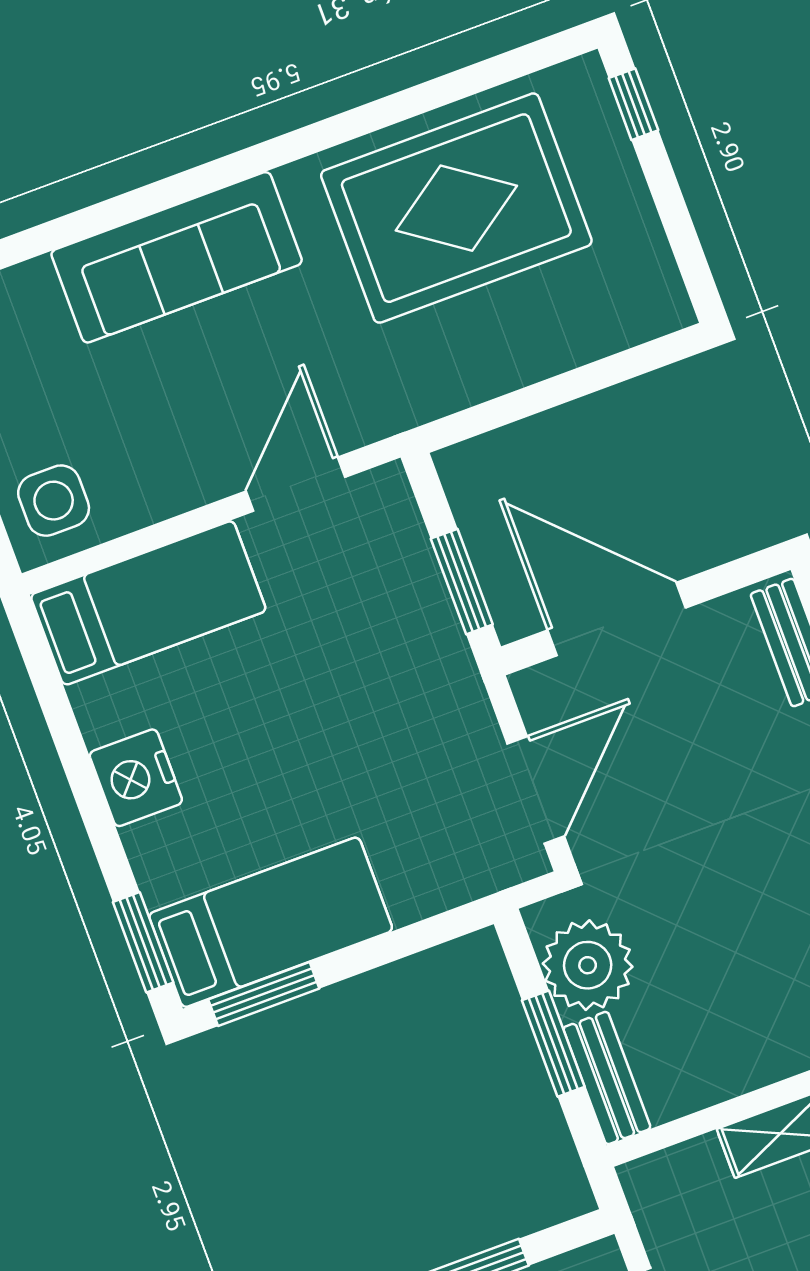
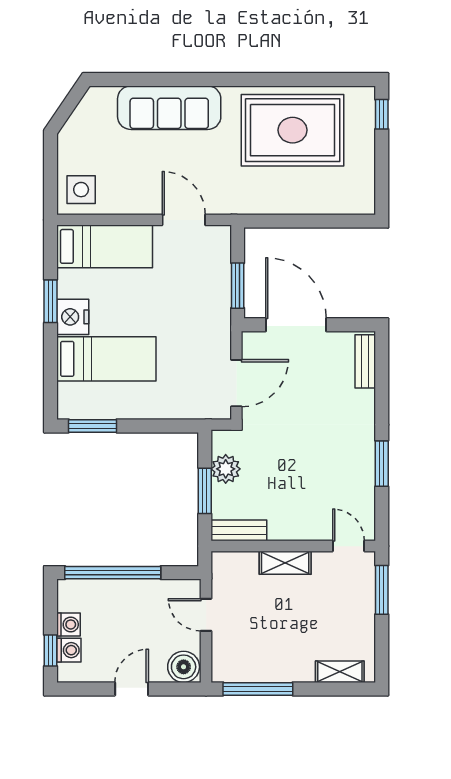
door: (296, 484) -> (184, 220), hinge flipped
bed: (271, 922) -> (106, 359), moved
window: (143, 942) -> (50, 301), moved
plant: (588, 965) -> (226, 469), width x0.73, depth x0.73
bench: (607, 1078) -> (239, 530), moved, turned 90

